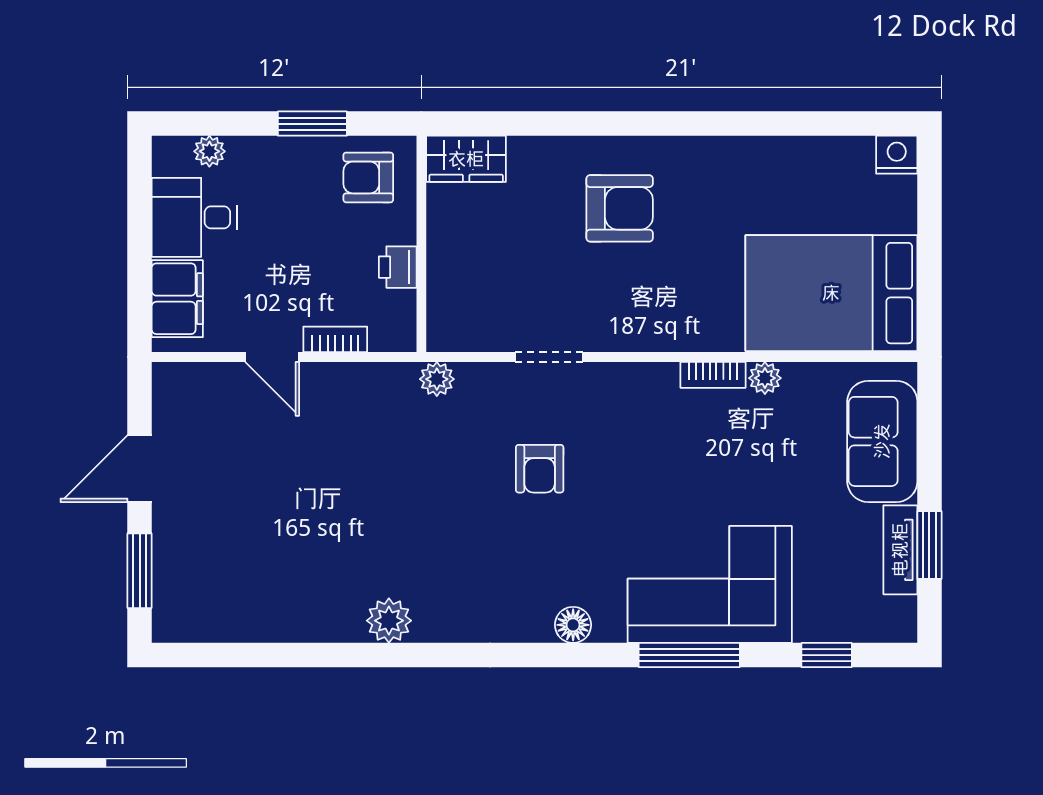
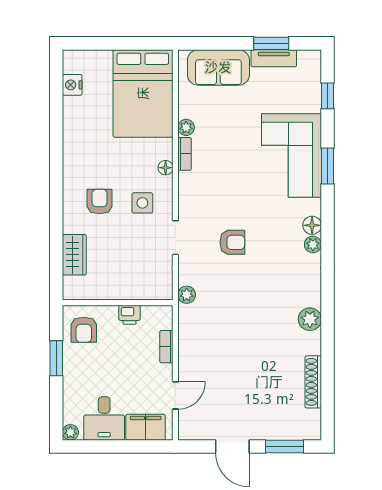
plant: (209, 151) -> (70, 432), moved
nightstand: (897, 155) -> (72, 85), moved
wardrobe: (466, 159) -> (74, 255), moved
armchair: (620, 208) -> (100, 201), width x0.72, depth x0.72
side table: (617, 292) -> (142, 203), added
floor lamp: (686, 338) -> (166, 168), added
door: (272, 357) -> (175, 395), moved
shoe rack: (266, 627) -> (313, 382), added
plant: (535, 627) -> (313, 245), added
window: (689, 655) -> (327, 166), width x0.69

